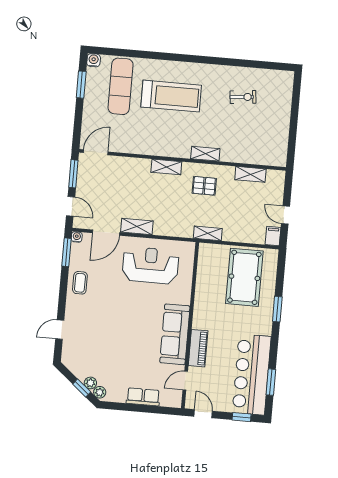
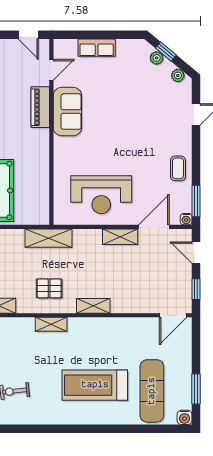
window: (73, 174) -> (196, 289), width x0.67
shelving: (208, 233) -> (48, 238), width x1.50, depth x1.33
sofa: (175, 334) -> (67, 112), width x0.73
plant: (100, 392) -> (178, 75), moved

